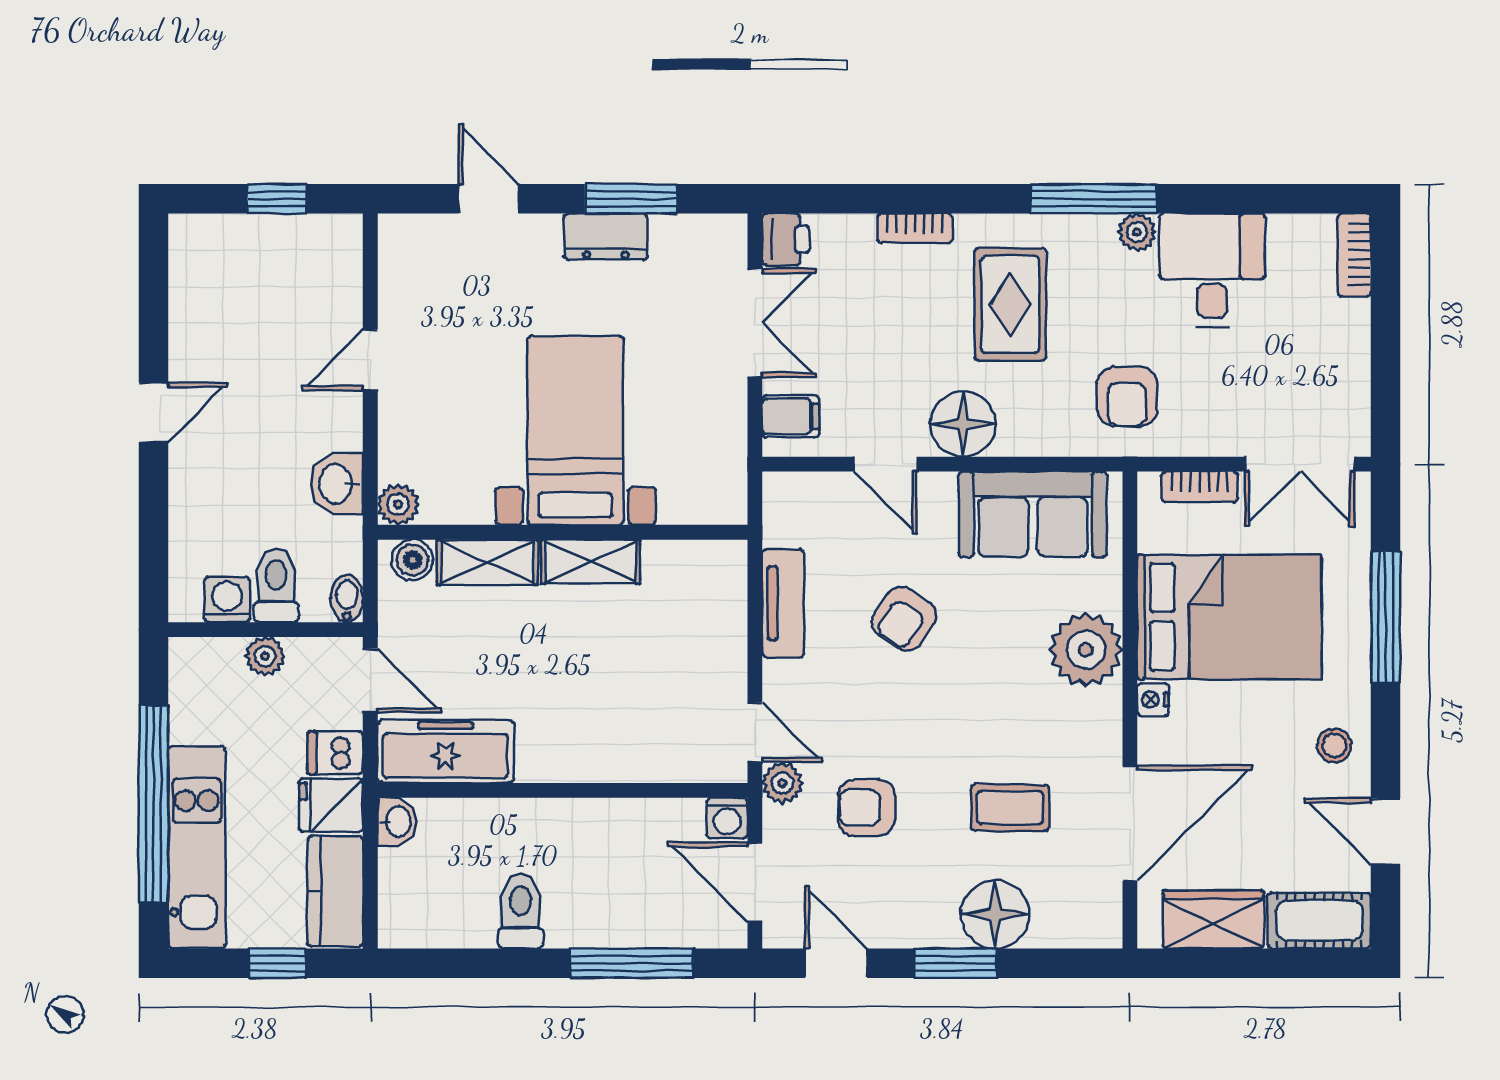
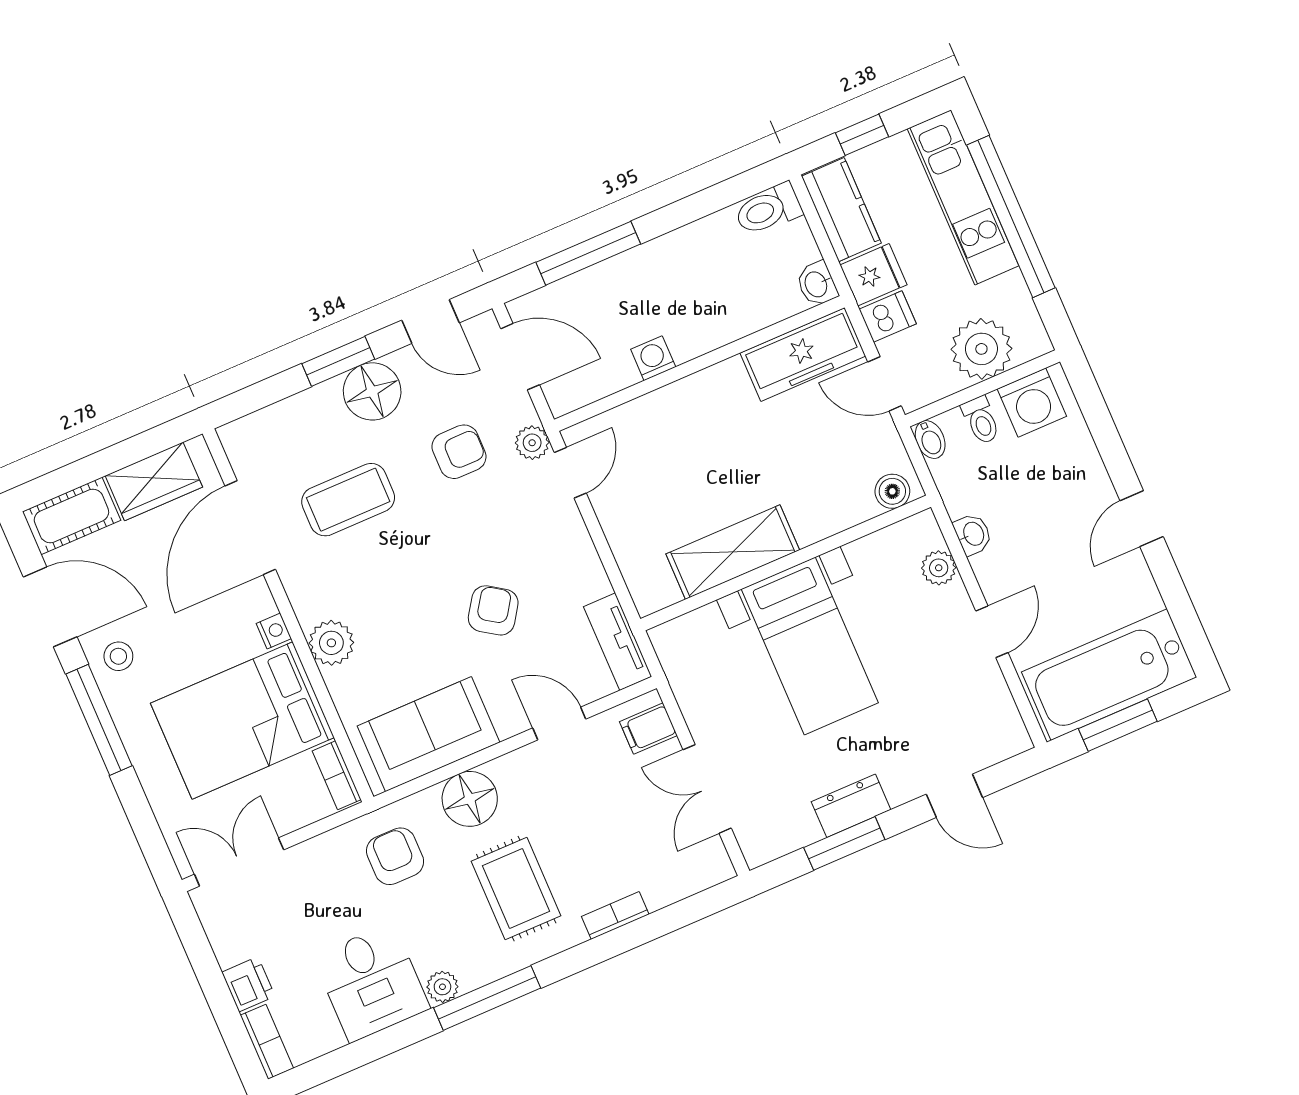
window: (277, 199) -> (1118, 725), width x1.50
printer: (786, 239) -> (248, 984), moved, turned 180
bathtub: (263, 258) -> (1109, 675), added
floor lamp: (963, 424) -> (470, 799), moved
washbasin: (337, 484) -> (973, 534), width x0.72, depth x0.69
bookcase: (1200, 487) -> (337, 775), moved, turned -90
plant: (398, 504) -> (939, 568), moved
shelving: (487, 562) -> (834, 515), removed
shelving: (591, 562) -> (733, 552), width x1.50, depth x1.33
toilet: (276, 585) -> (981, 420), width x0.73, depth x0.72
washing machine: (227, 600) -> (1032, 403), width x1.38, depth x1.38
tv unit: (783, 603) -> (618, 642), moved
window: (1386, 617) -> (99, 720), moved
plant: (1086, 650) -> (331, 643), width x0.73, depth x0.73
plant: (265, 656) -> (981, 349), width x1.88, depth x1.88
door: (755, 732) -> (570, 473), swing flipped
coffee table: (1010, 808) -> (348, 500), width x1.36, depth x1.30
washing machine: (727, 818) -> (653, 358), moved
door: (1386, 832) -> (50, 607), width x1.38
toilet: (521, 911) -> (768, 209), moved, turned 90
floor lamp: (995, 914) -> (372, 391), moved

